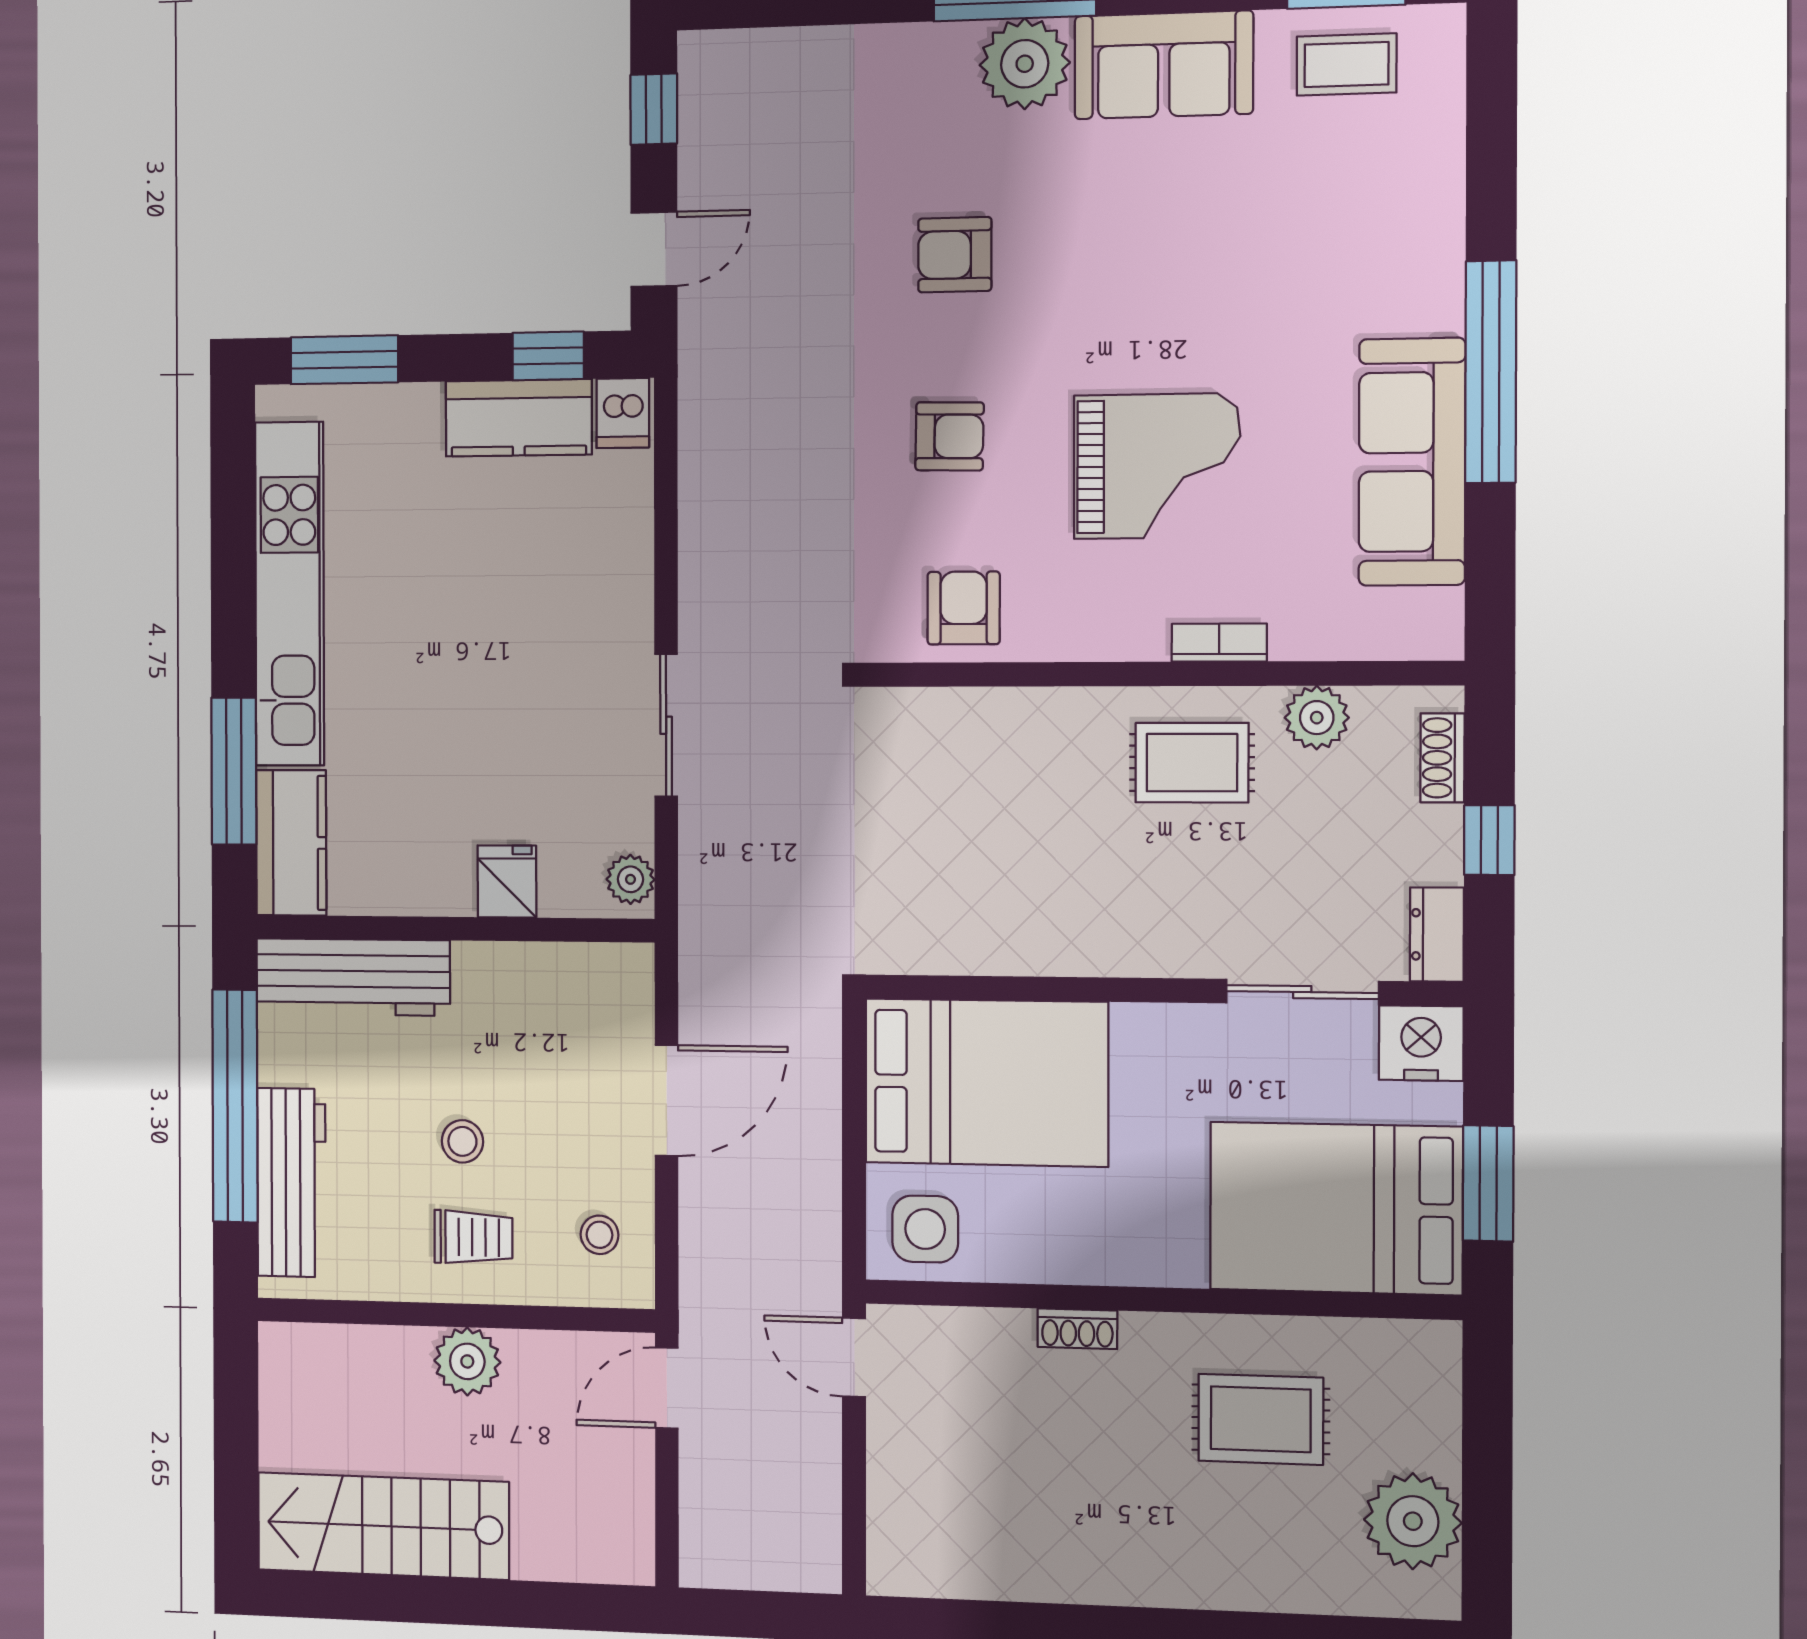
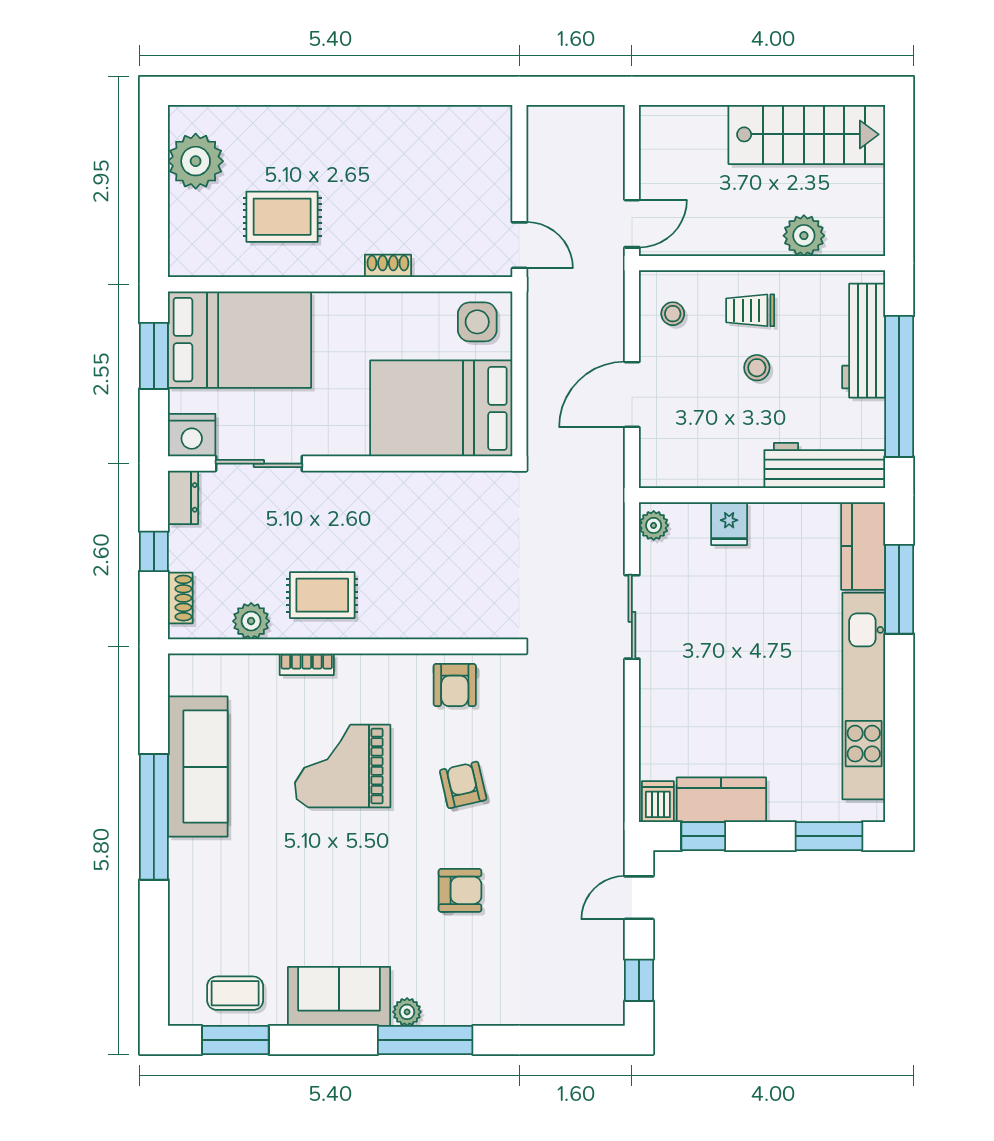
plant: (1025, 64) -> (407, 1012), width x0.53, depth x0.53
armchair: (950, 436) -> (463, 785), turned 76
plant: (467, 1361) -> (804, 236), moved

